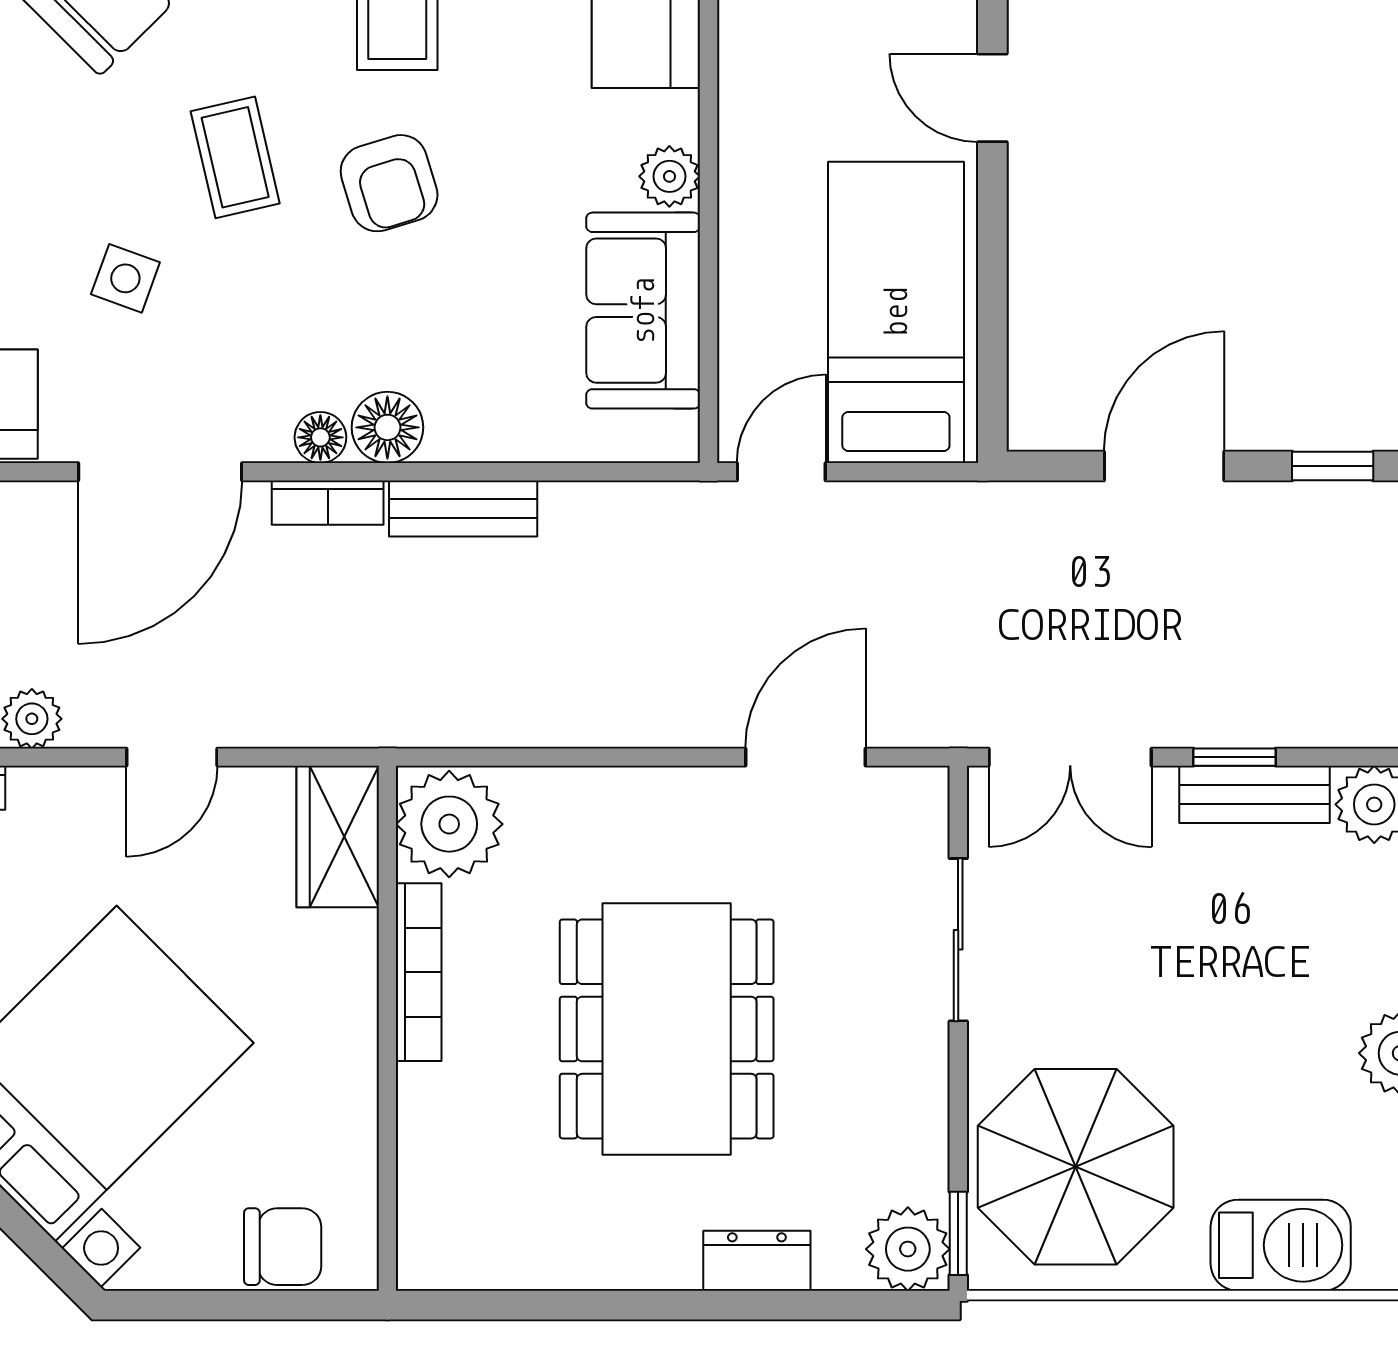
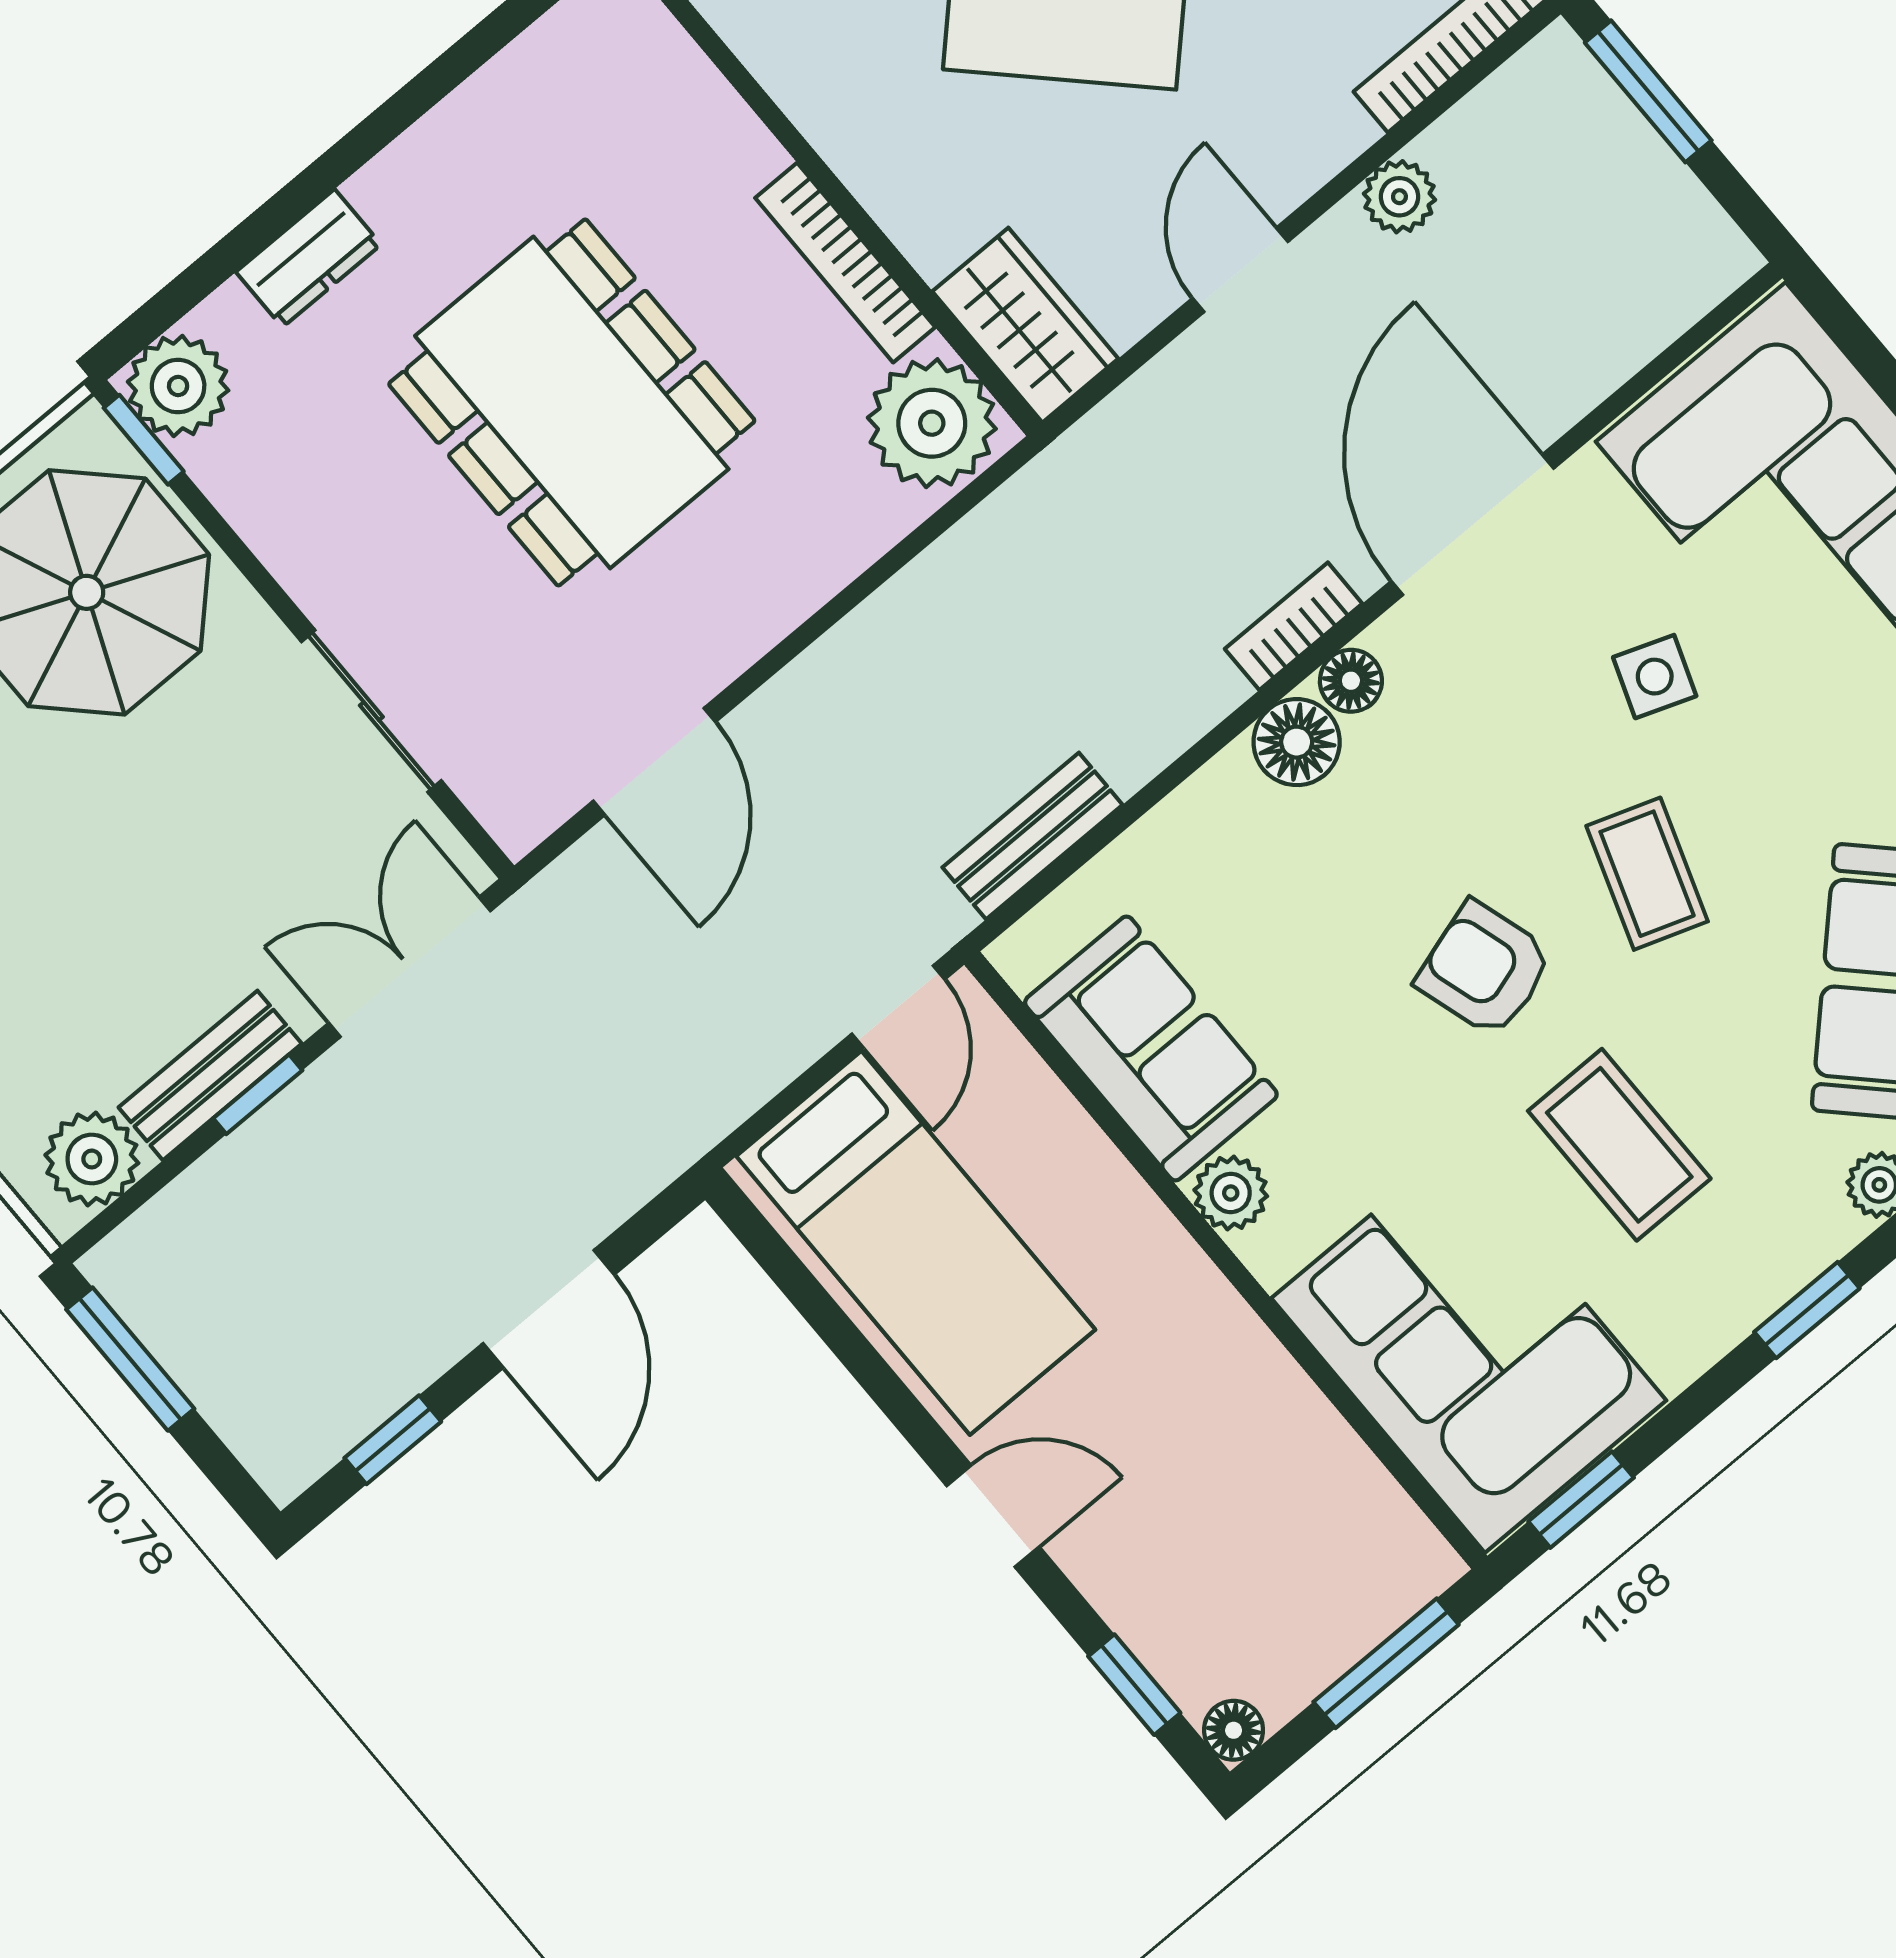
coffee table: (235, 157) -> (1647, 874), turned 32
bench: (463, 508) -> (1032, 836), moved

